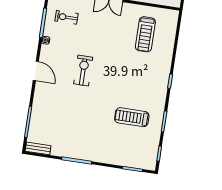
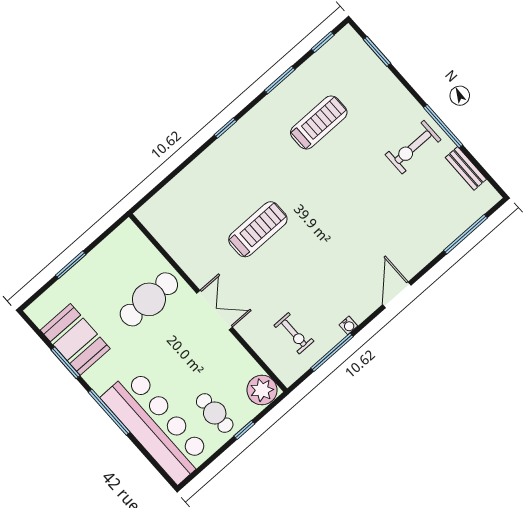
treadmill: (145, 34) -> (258, 229), moved
exercise bike: (83, 70) -> (413, 147), moved
treadmill: (132, 117) -> (319, 122), turned -90
bench: (38, 148) -> (466, 168), moved

